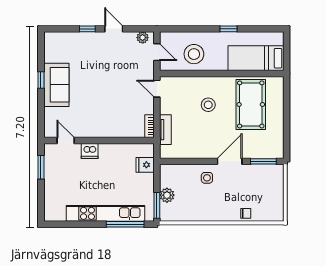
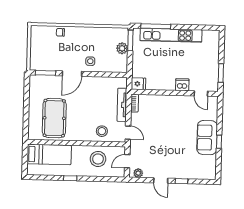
door: (157, 52) -> (127, 161), hinge flipped
stool: (208, 105) -> (102, 131), moved
tv unit: (165, 130) -> (122, 105), width x1.41
fridge: (145, 165) -> (139, 84), moved

